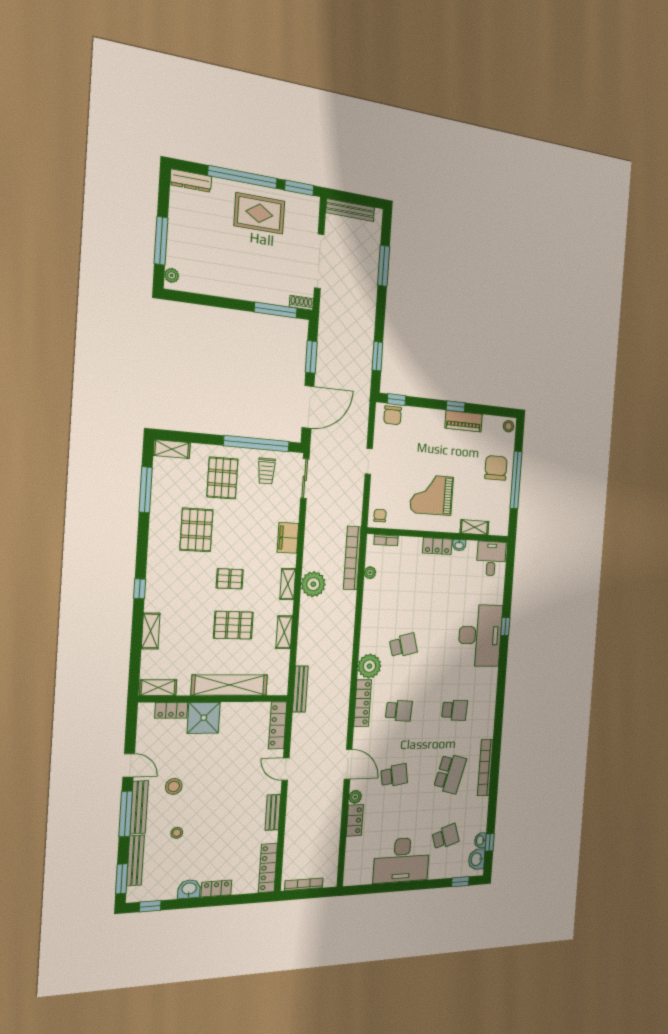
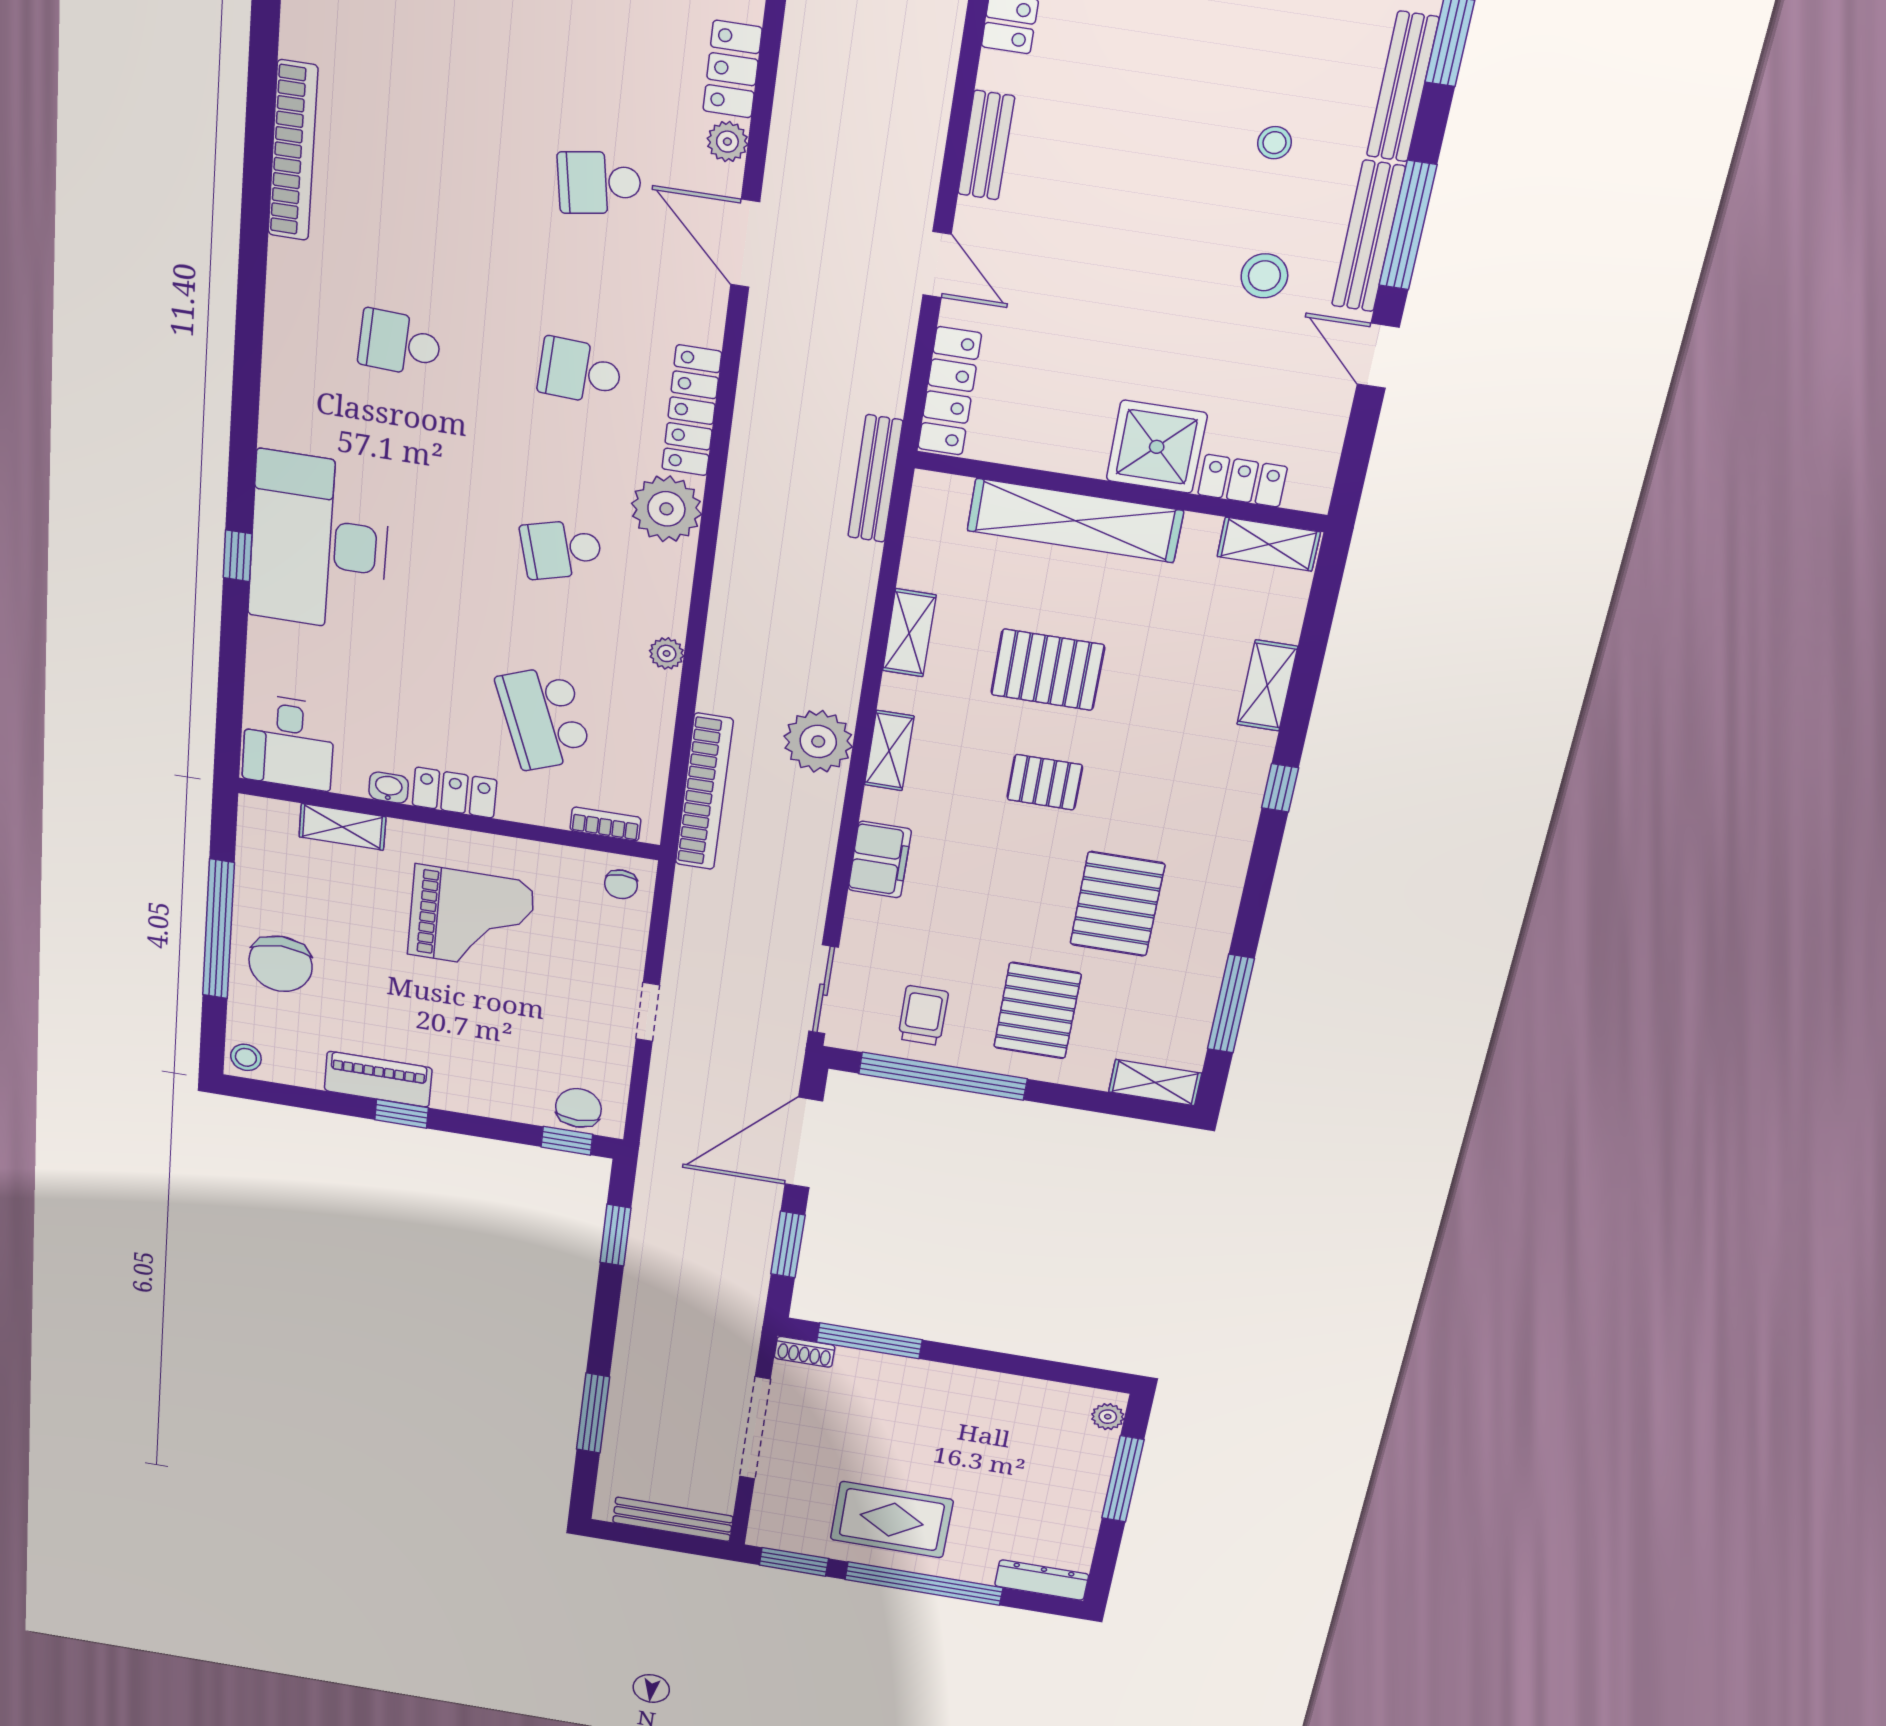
plant: (370, 573) -> (667, 653), moved
school desk: (450, 774) -> (544, 718), moved, turned -36

